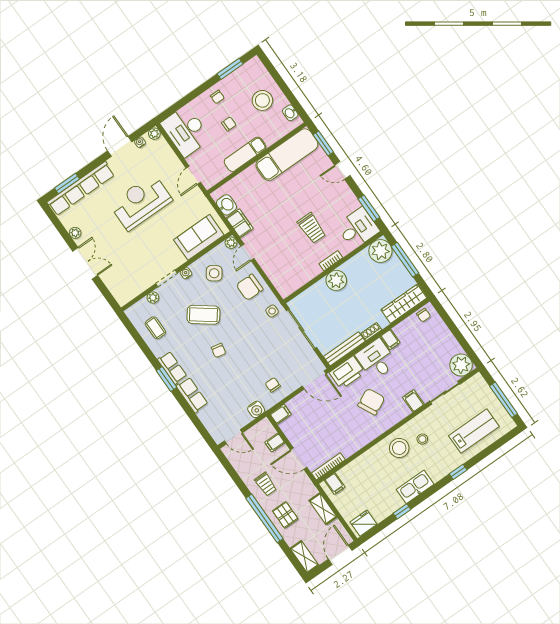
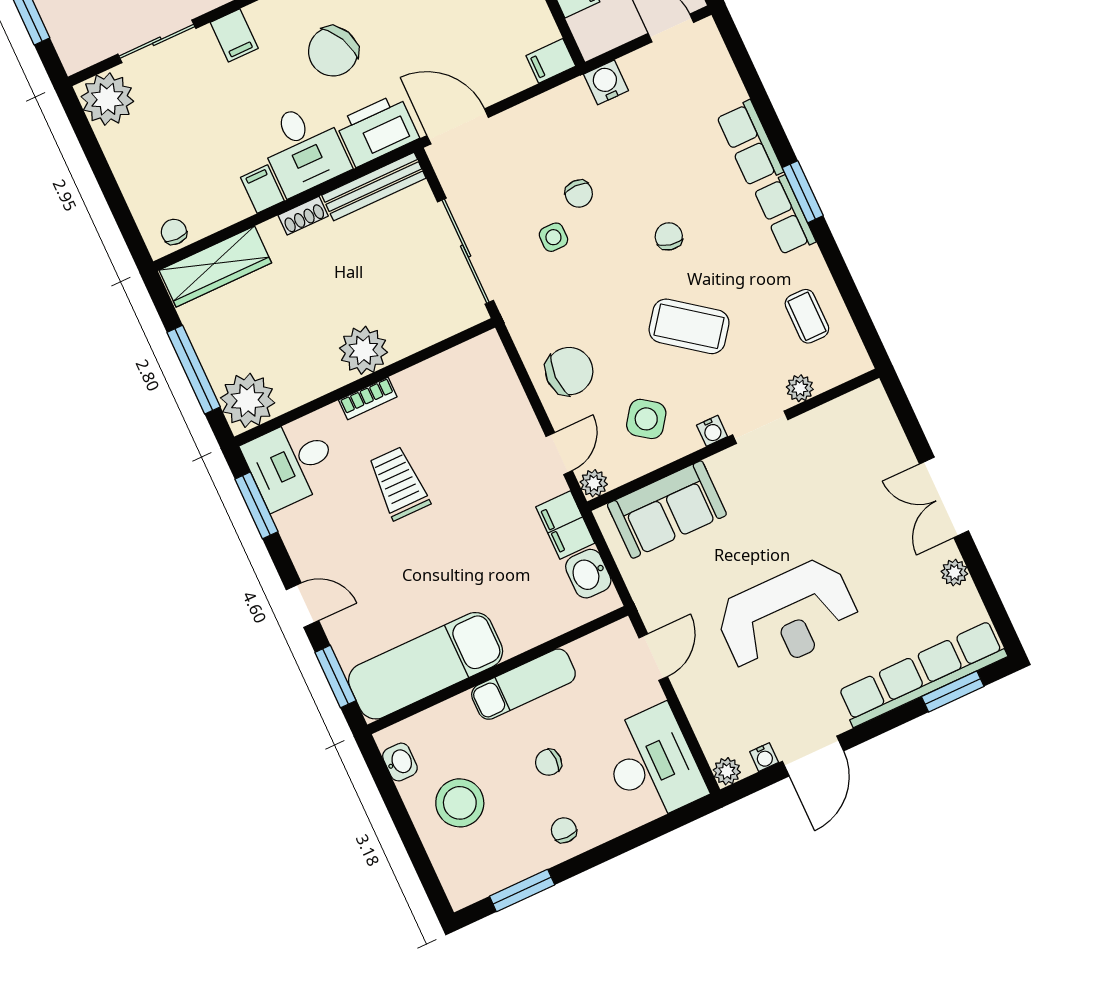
side table: (272, 311) -> (553, 237), moved
chair: (273, 385) -> (579, 194), moved

